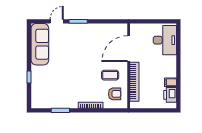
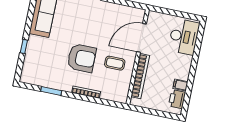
armchair: (115, 94) -> (82, 58), moved, width x1.88, depth x1.88

